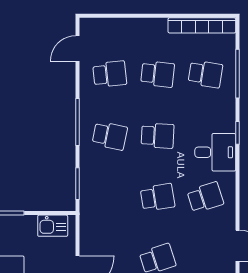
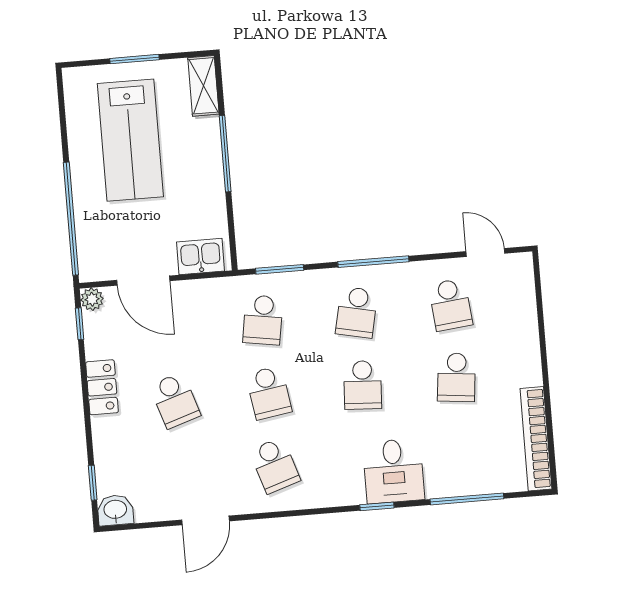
school desk: (205, 74) -> (263, 320), moved
desk: (215, 152) -> (394, 471), moved
kitchen sink: (53, 226) -> (201, 256), moved, turned 90

